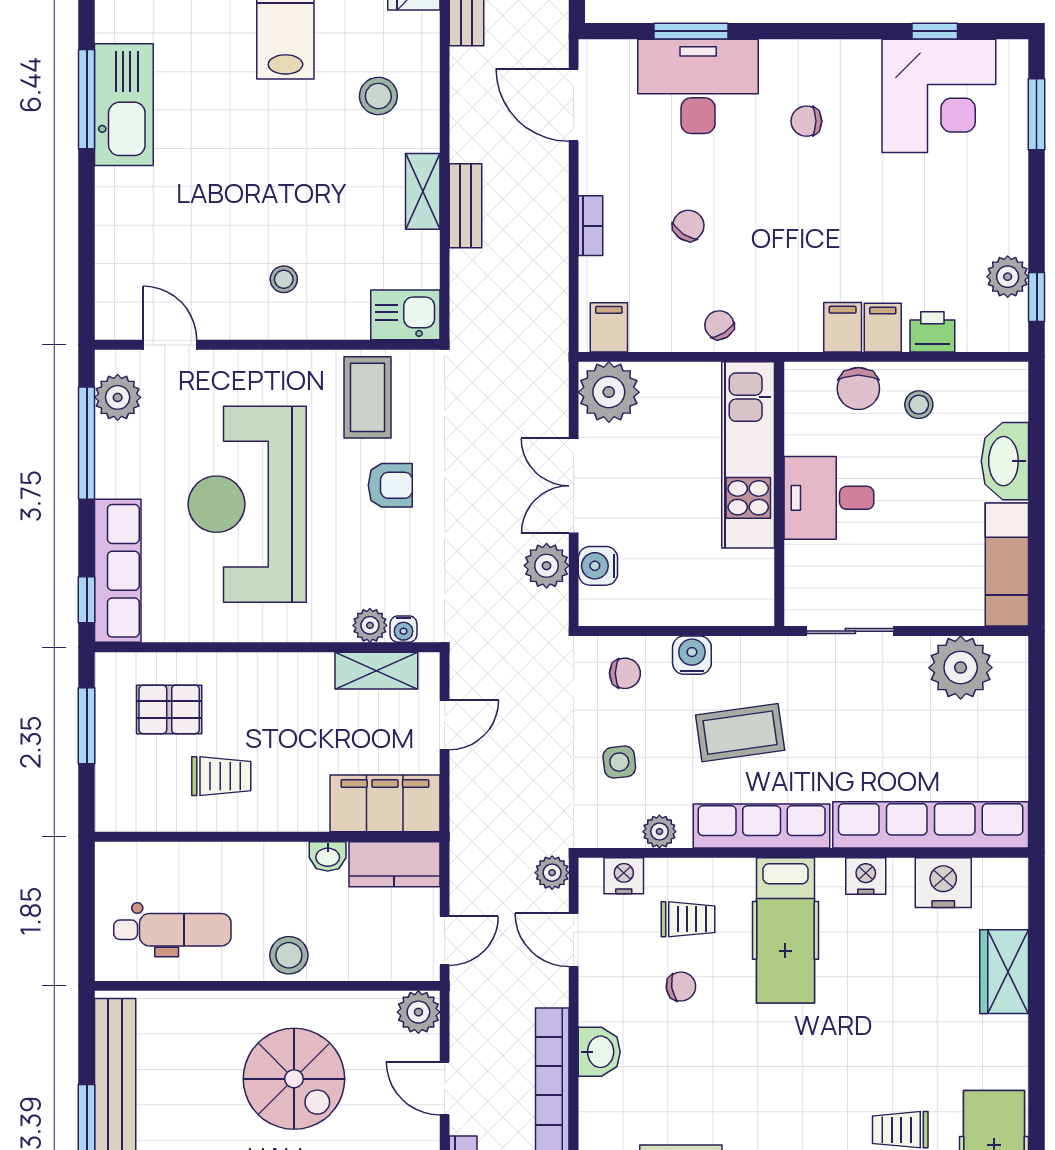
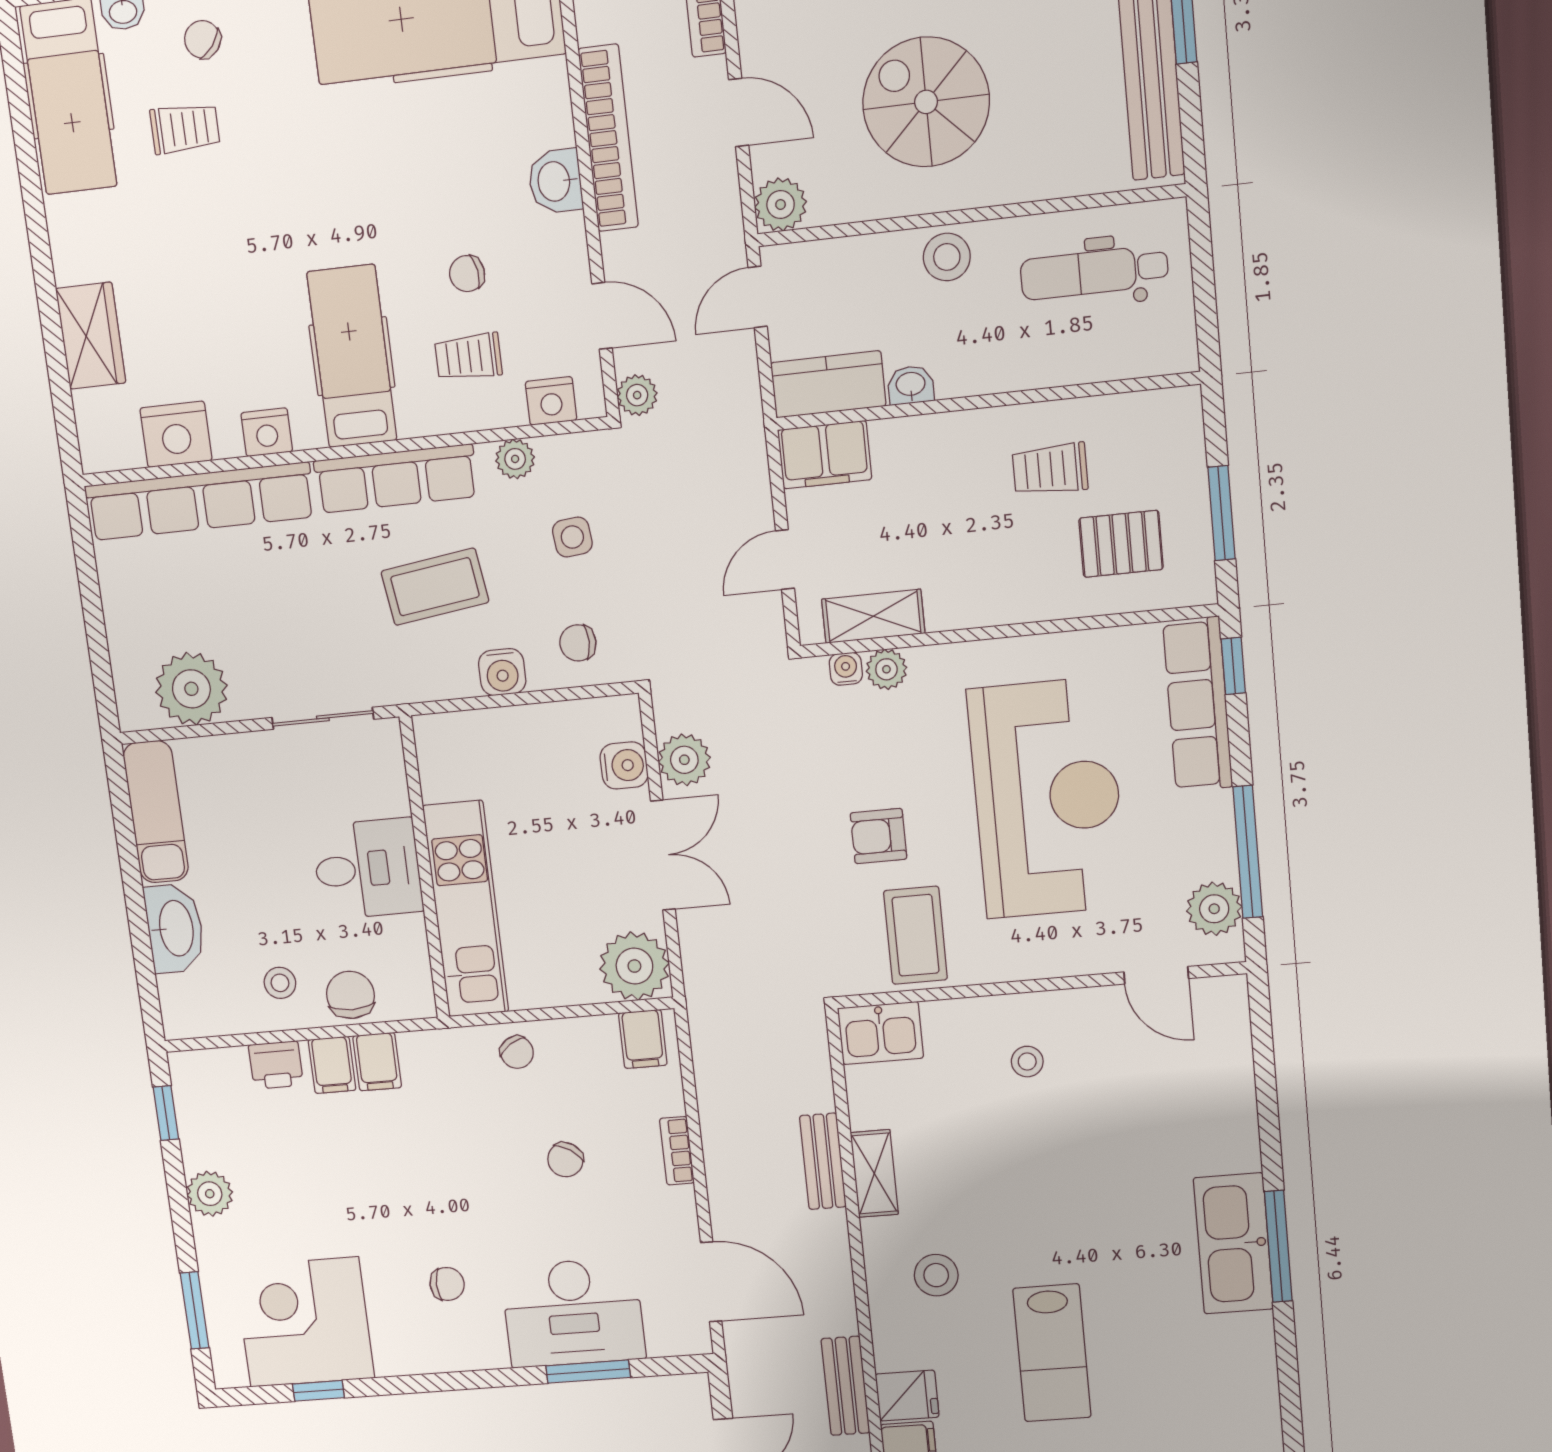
plant: (1008, 277) -> (210, 1194), moved
filing cabinet: (385, 803) -> (825, 455), width x0.67, depth x0.86

